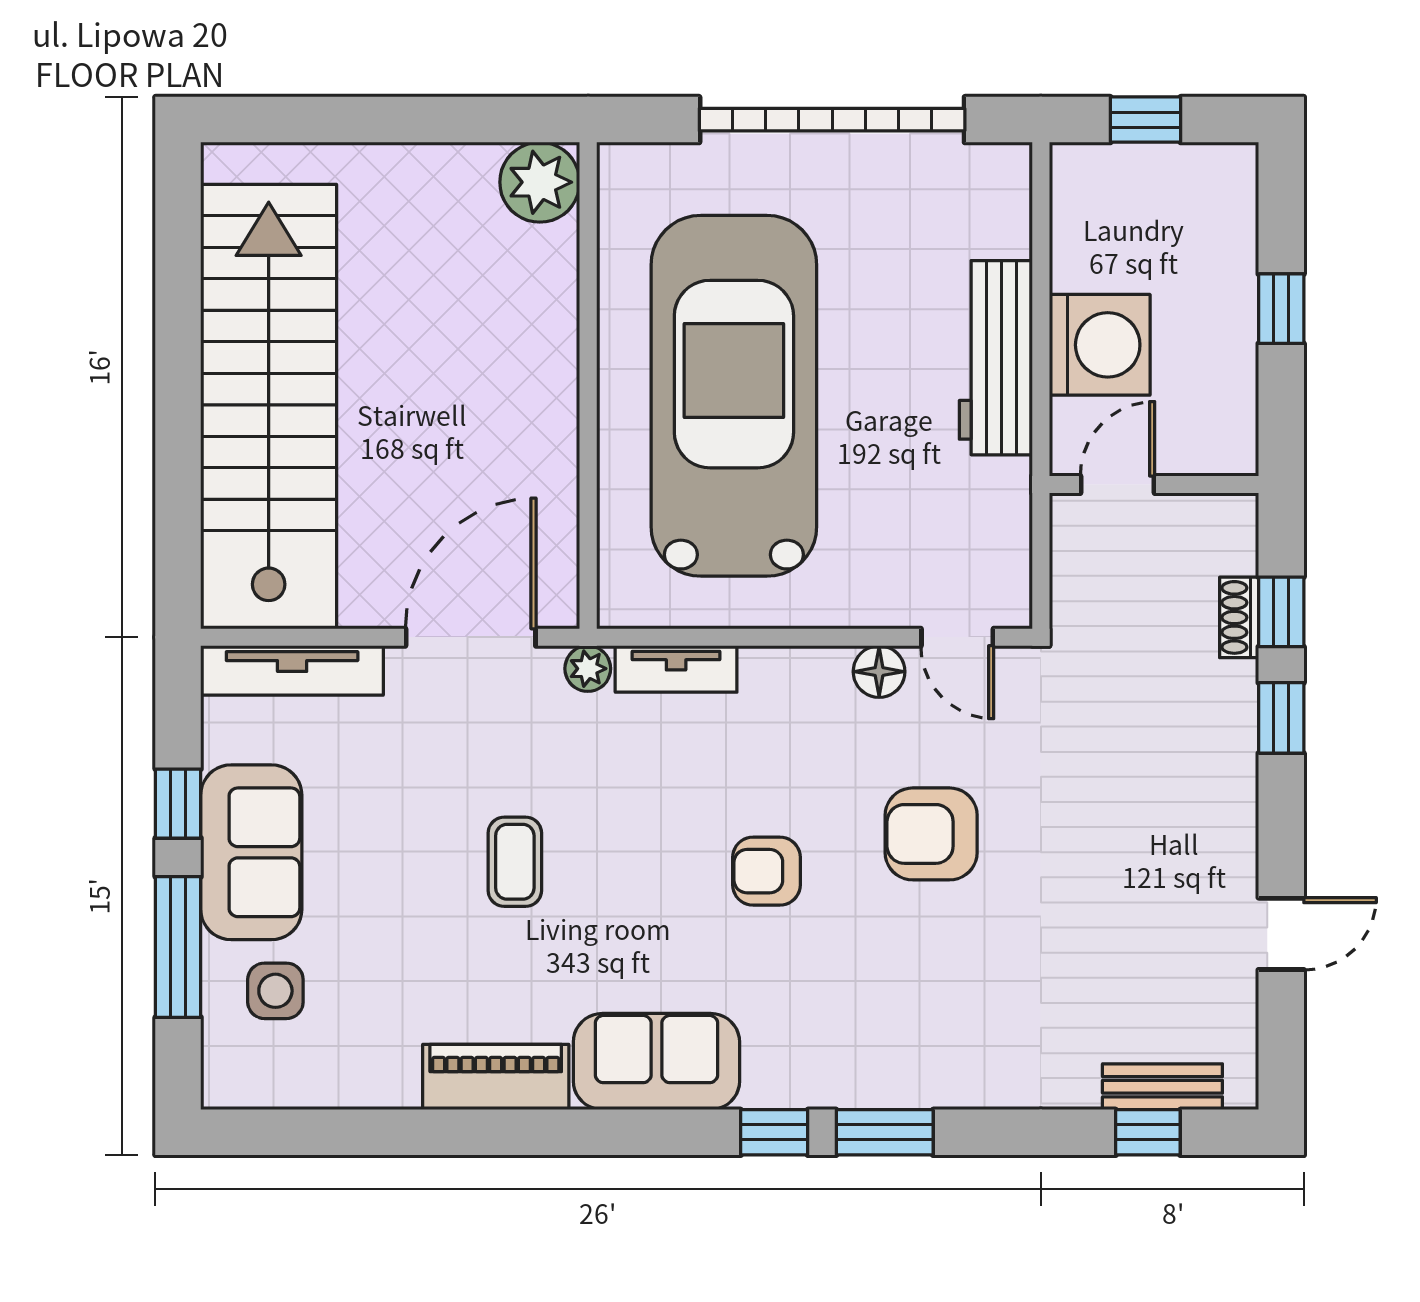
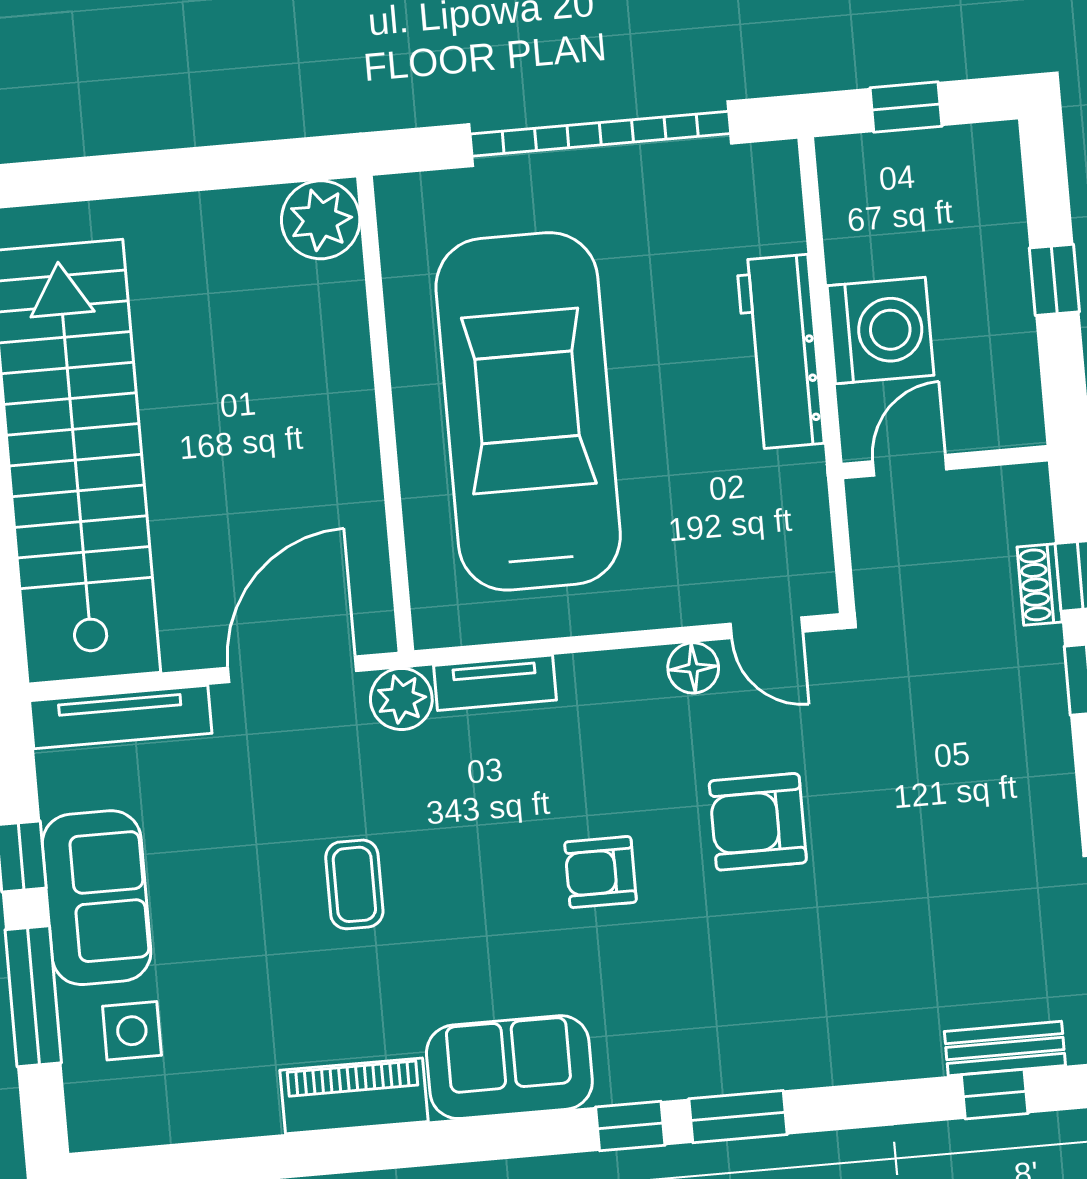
plant: (588, 669) -> (401, 699), width x1.38, depth x1.38

